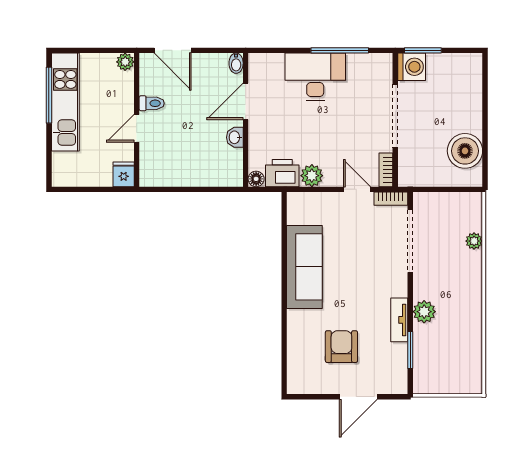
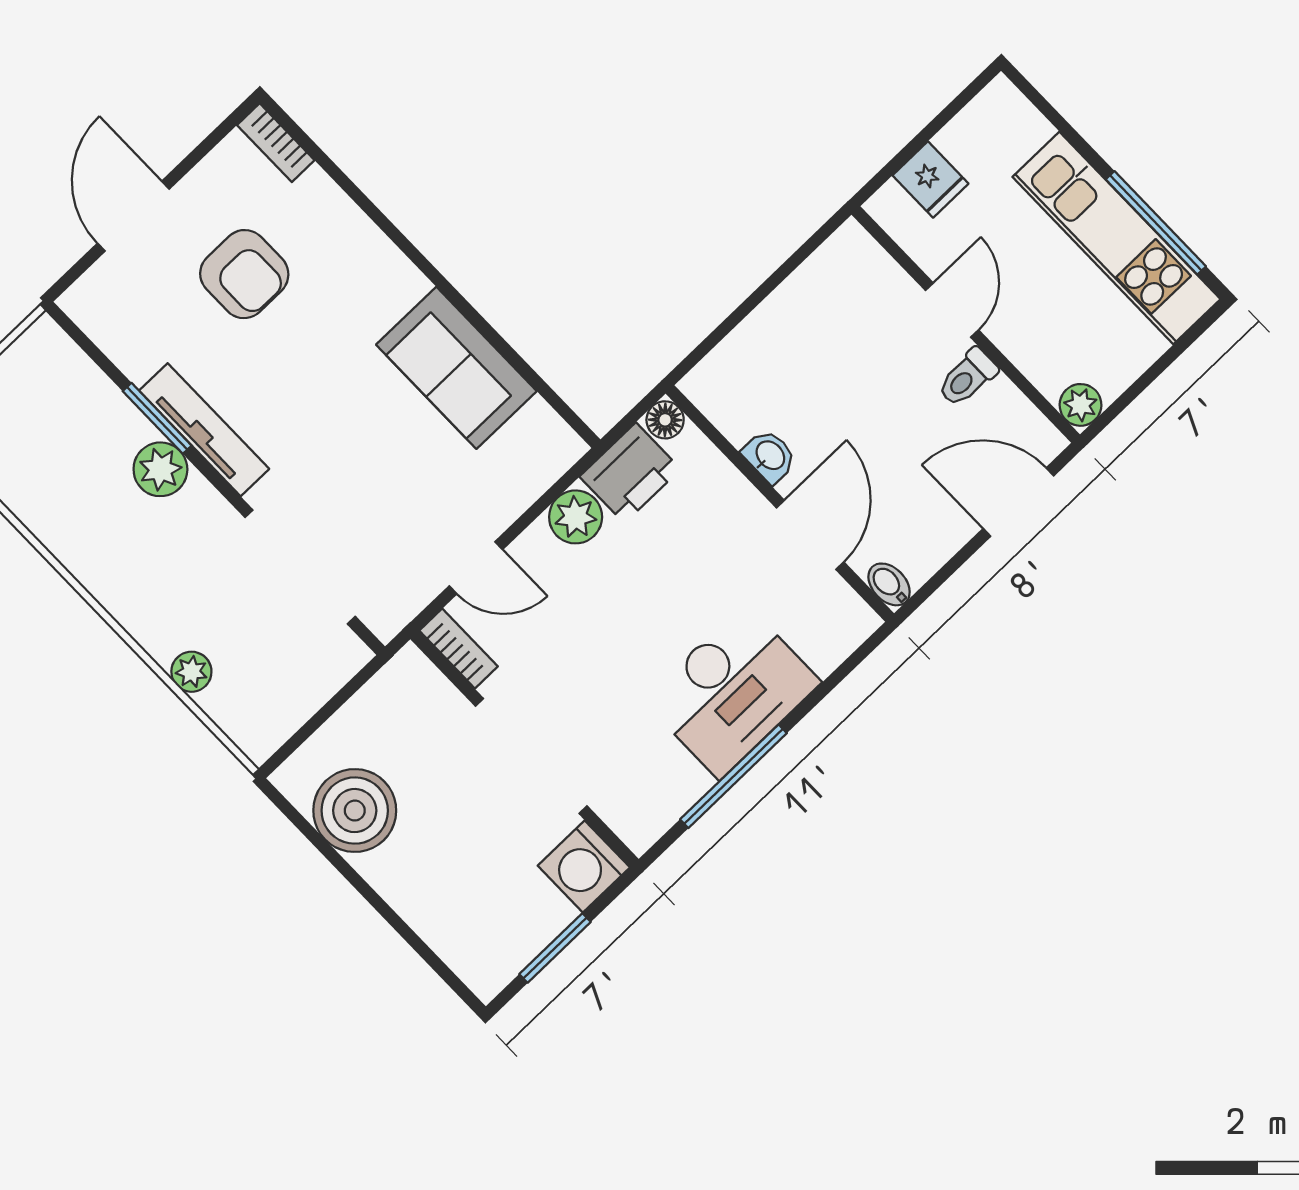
window: (423, 50) -> (555, 948), moved
fridge: (124, 174) -> (930, 179), moved
bookcase: (391, 199) -> (276, 143), moved, turned -90
sofa: (304, 267) -> (456, 368), width x0.73
tv unit: (399, 320) -> (204, 430), width x1.41
window: (410, 350) -> (157, 418), moved

